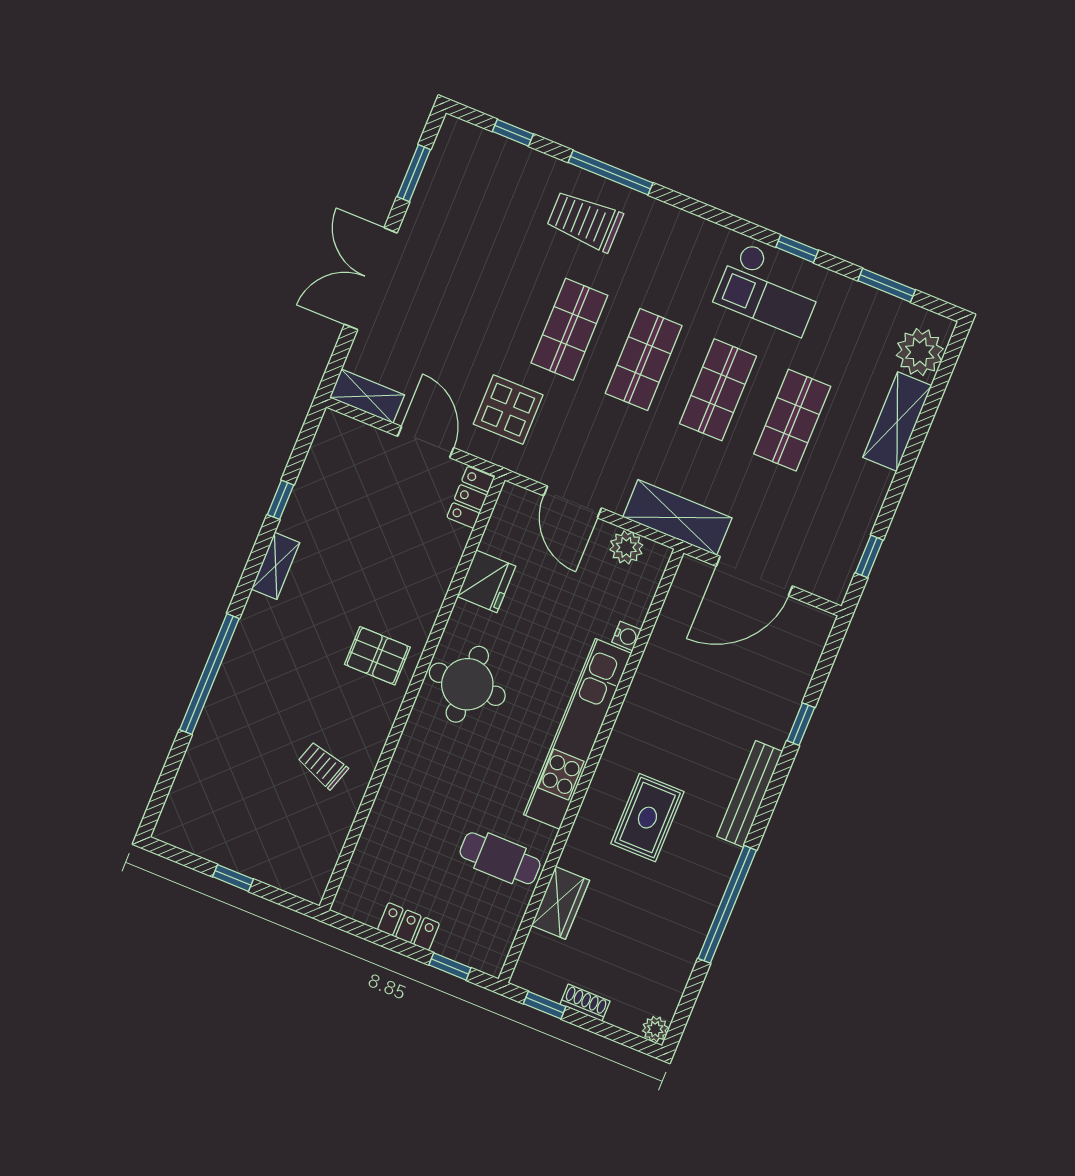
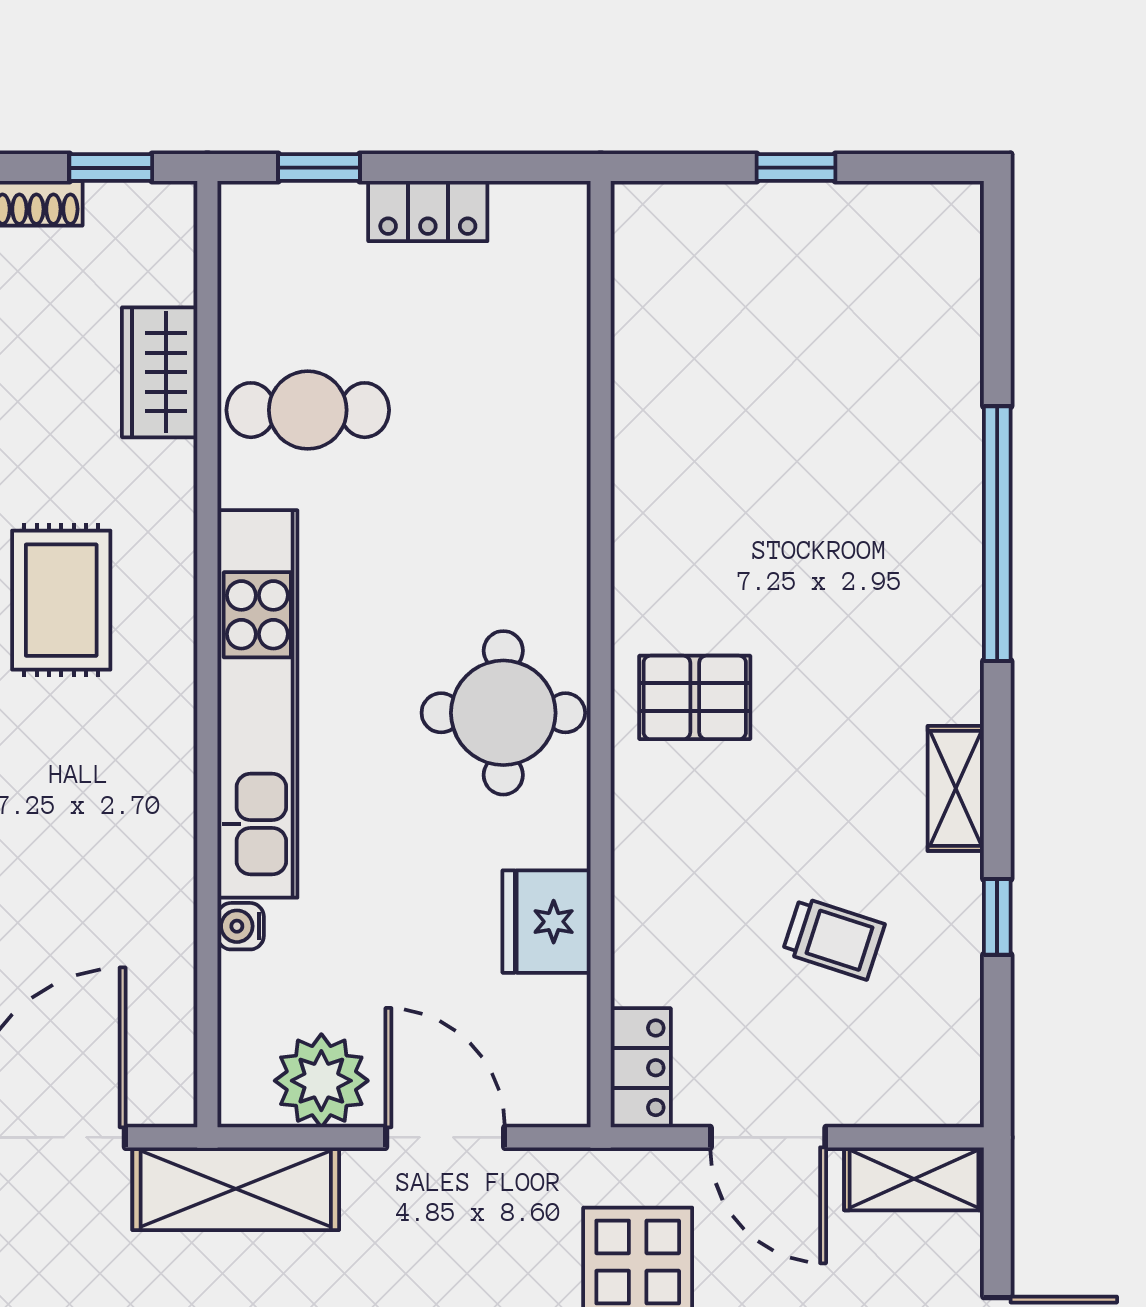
plant: (626, 547) -> (321, 1081), width x1.36, depth x1.36
trolley: (323, 765) -> (834, 938), moved

